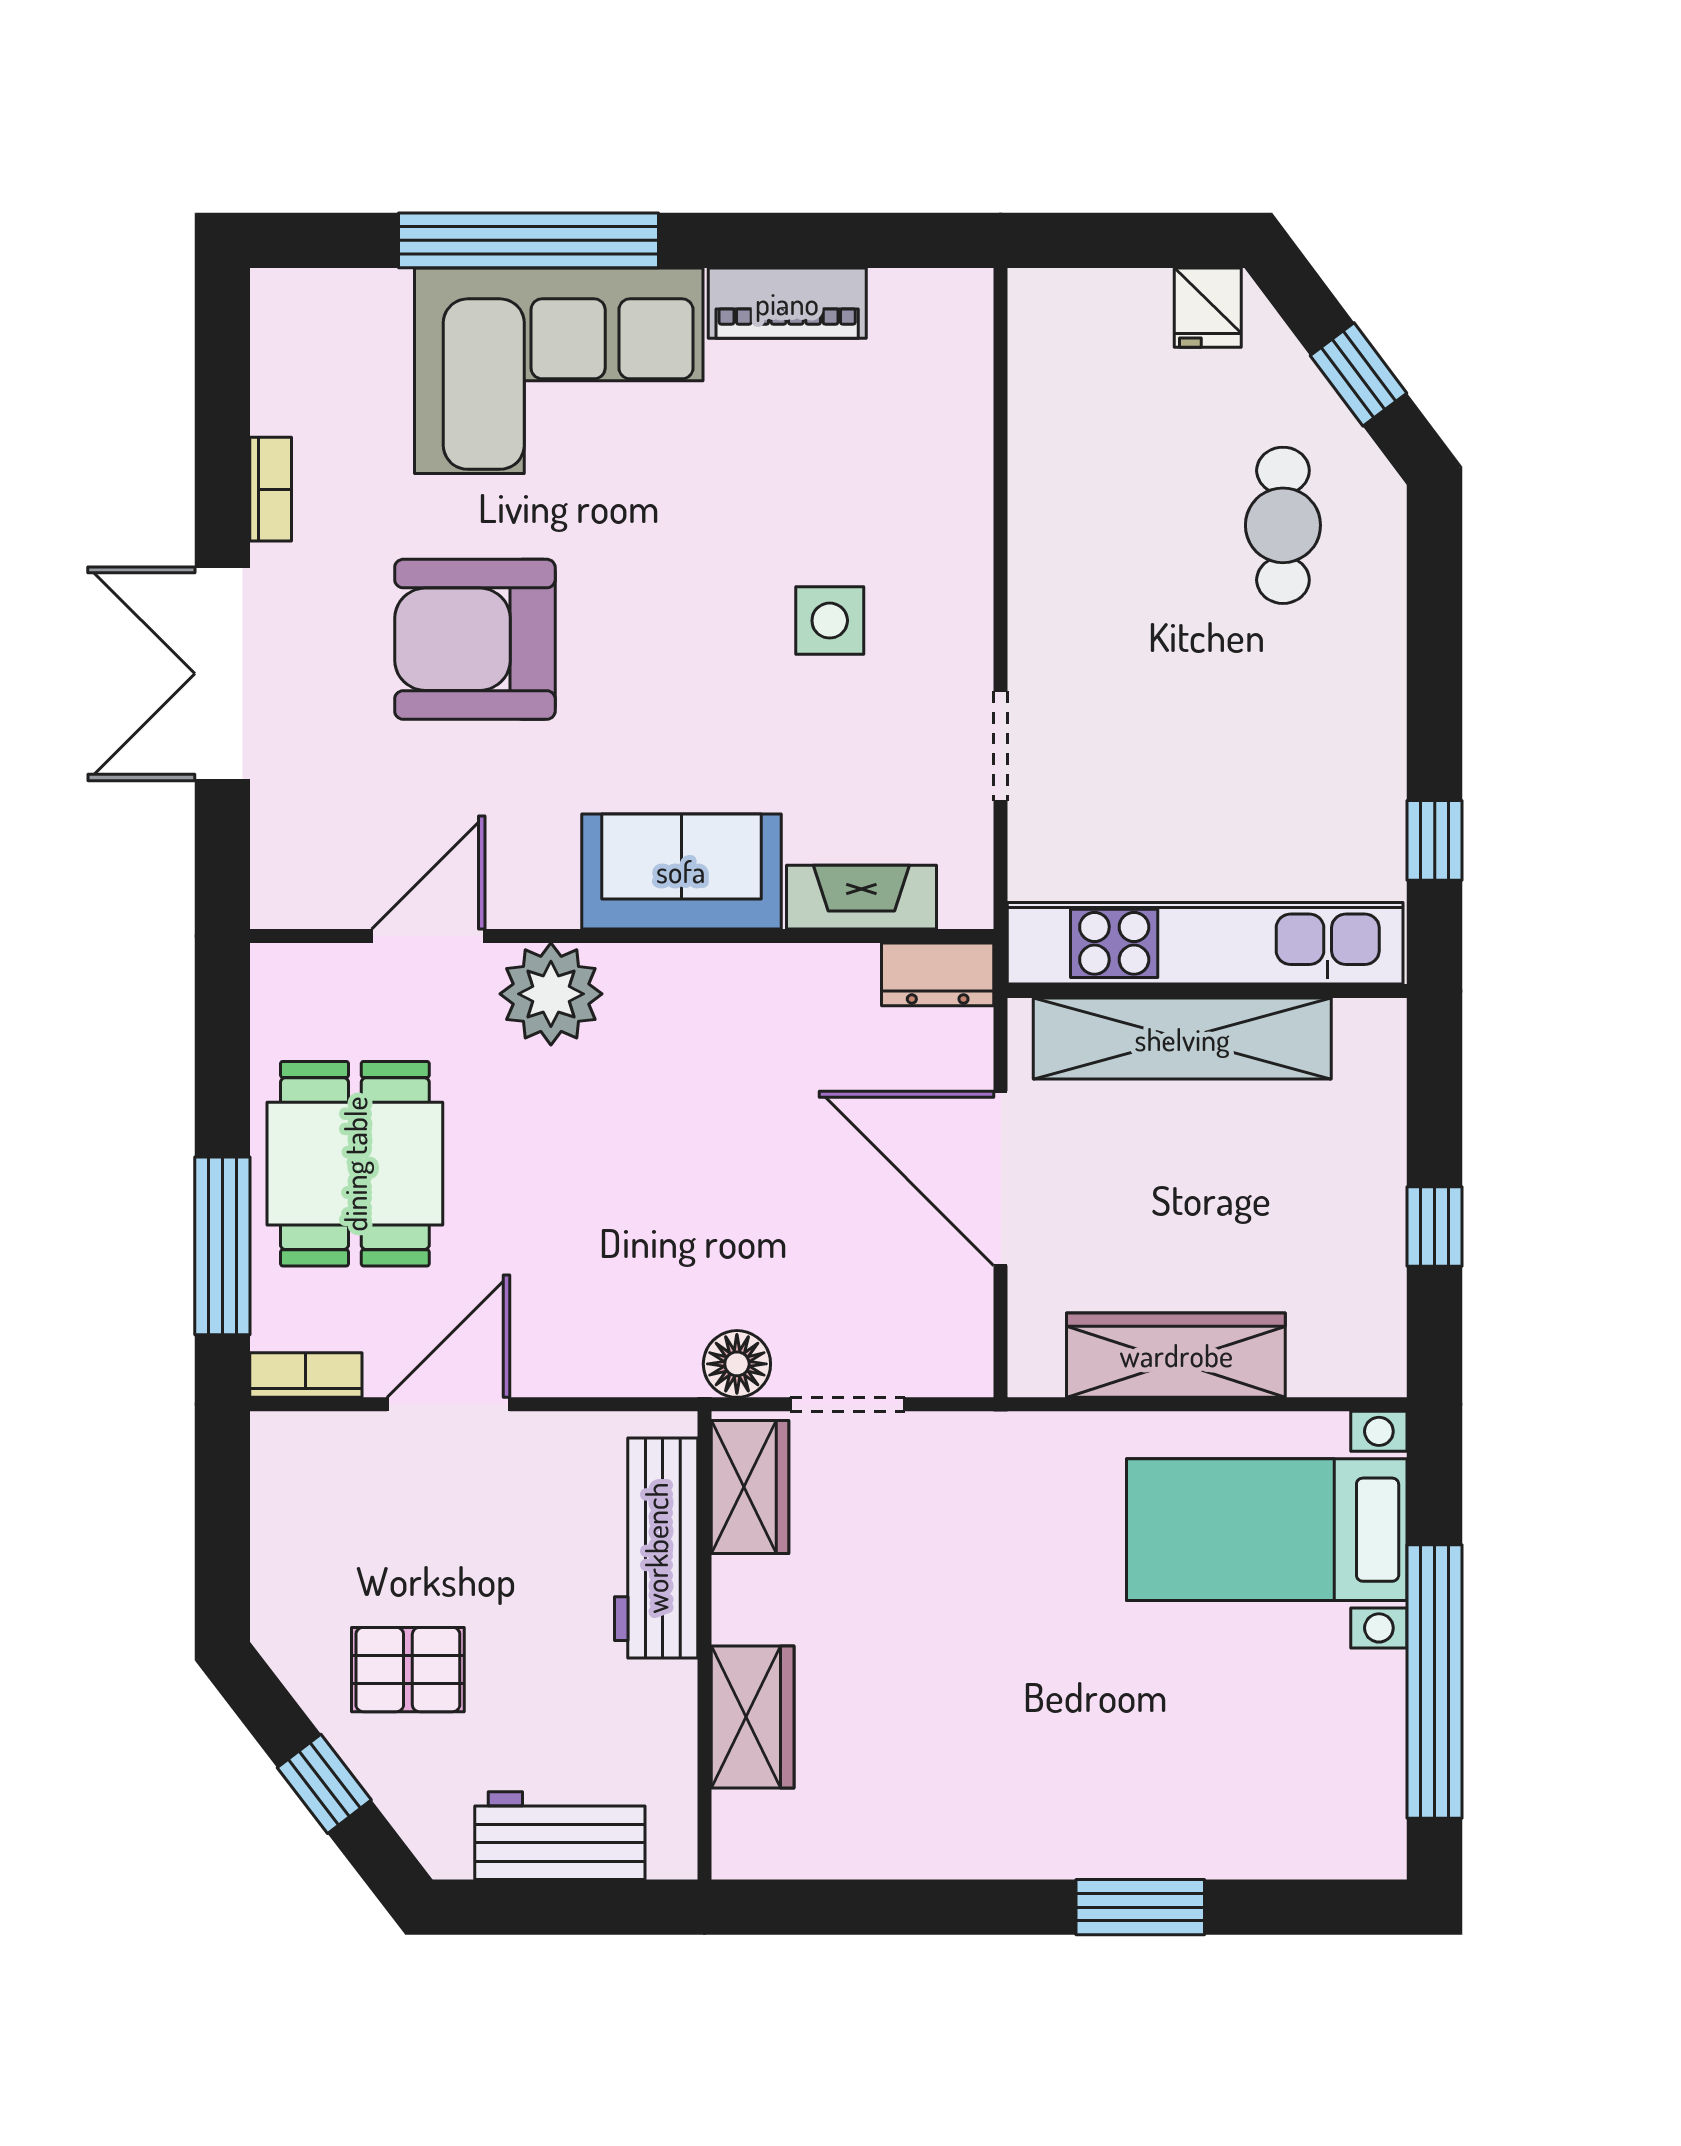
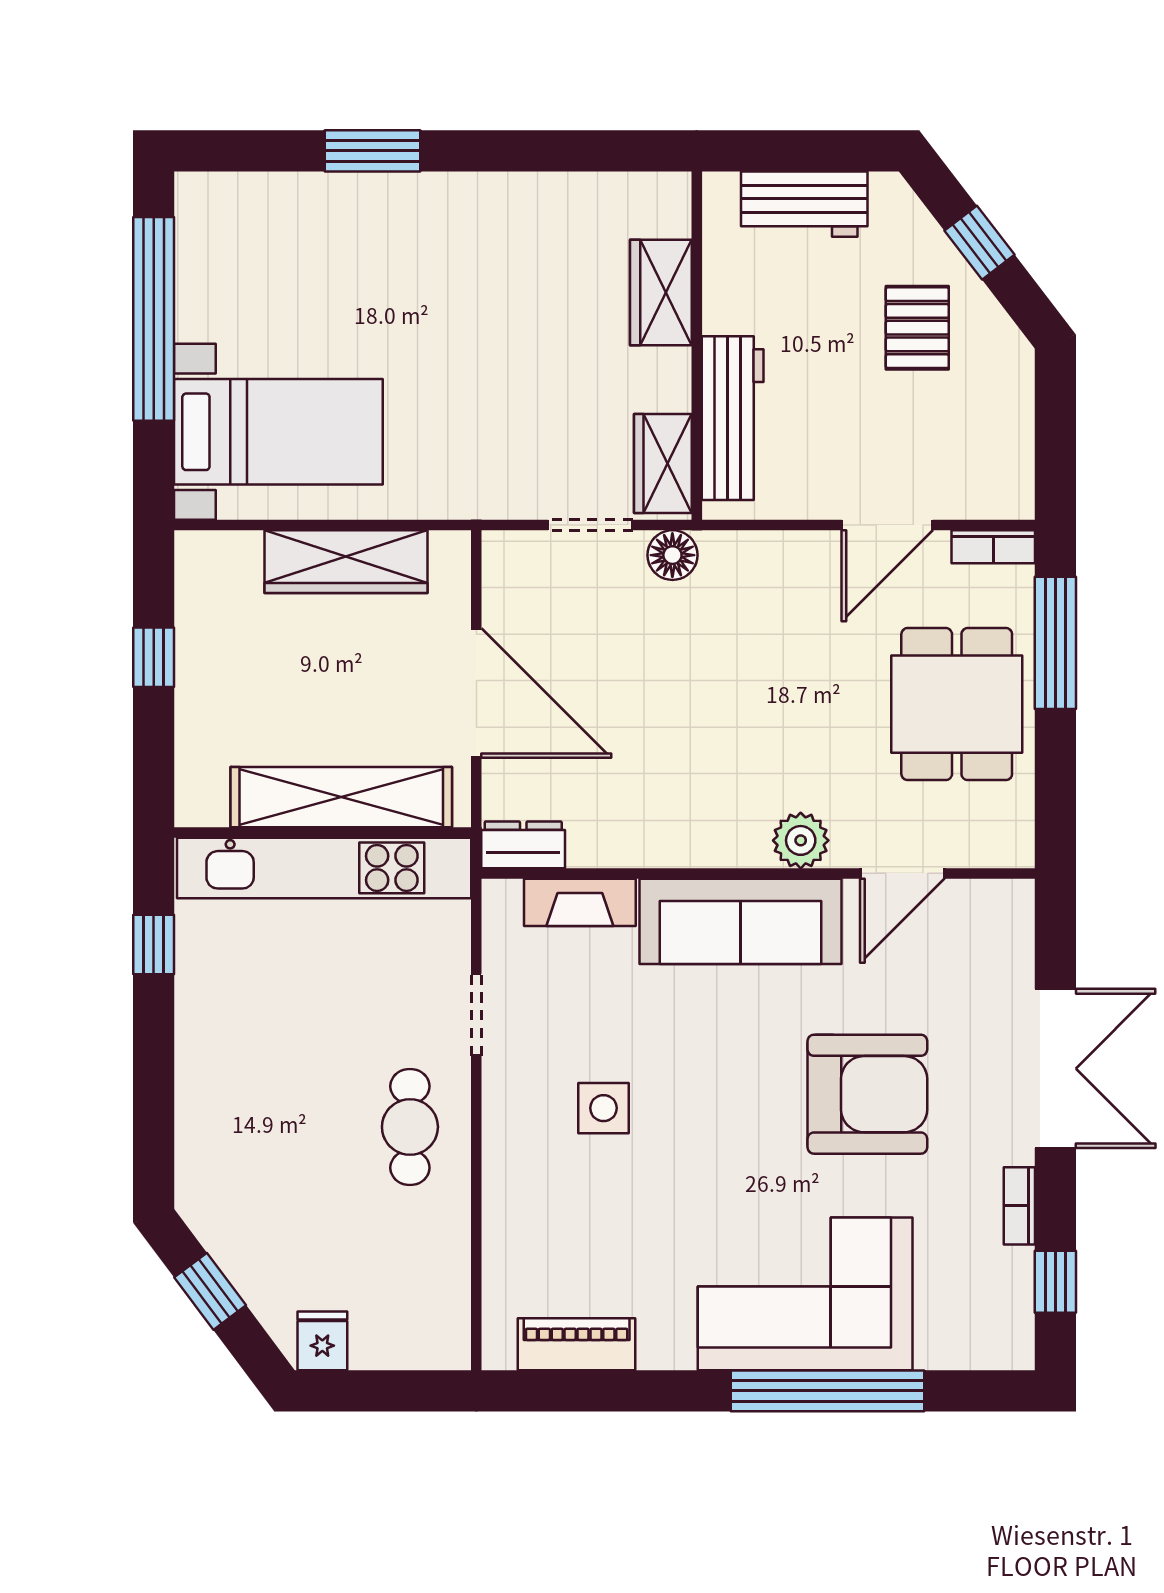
piano: (787, 303) -> (577, 1344), moved
window: (222, 387) -> (1055, 1282), added
cafe table: (1283, 525) -> (410, 1127), moved
sofa: (681, 871) -> (741, 921), width x1.36
plant: (551, 994) -> (801, 840), width x0.73, depth x0.73
pallet: (408, 1670) -> (917, 328), turned 90

